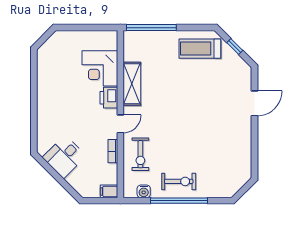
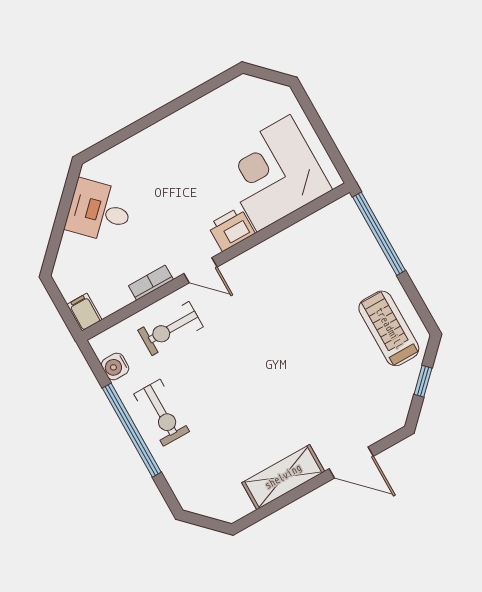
corner desk: (100, 68) -> (274, 173), width x1.36, depth x1.36
shelving: (132, 84) -> (283, 477), moved

